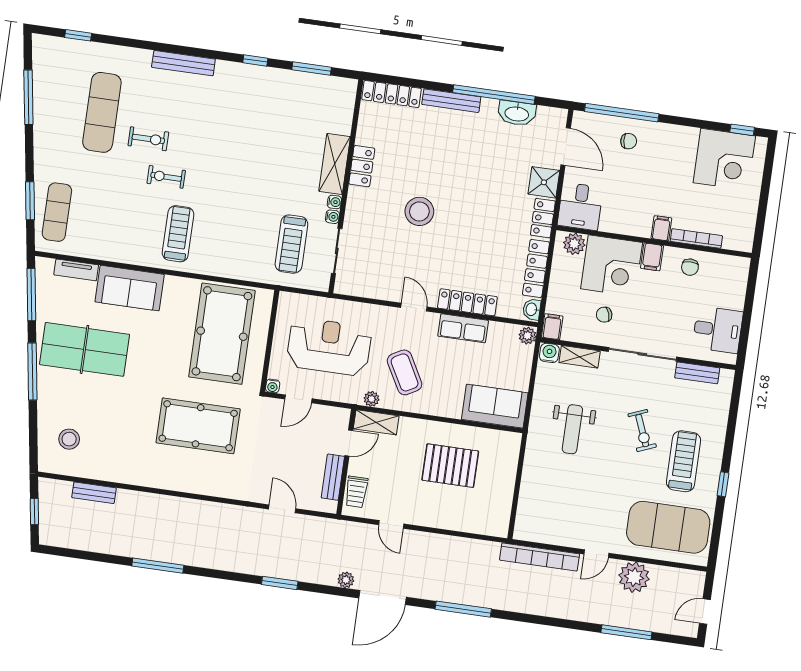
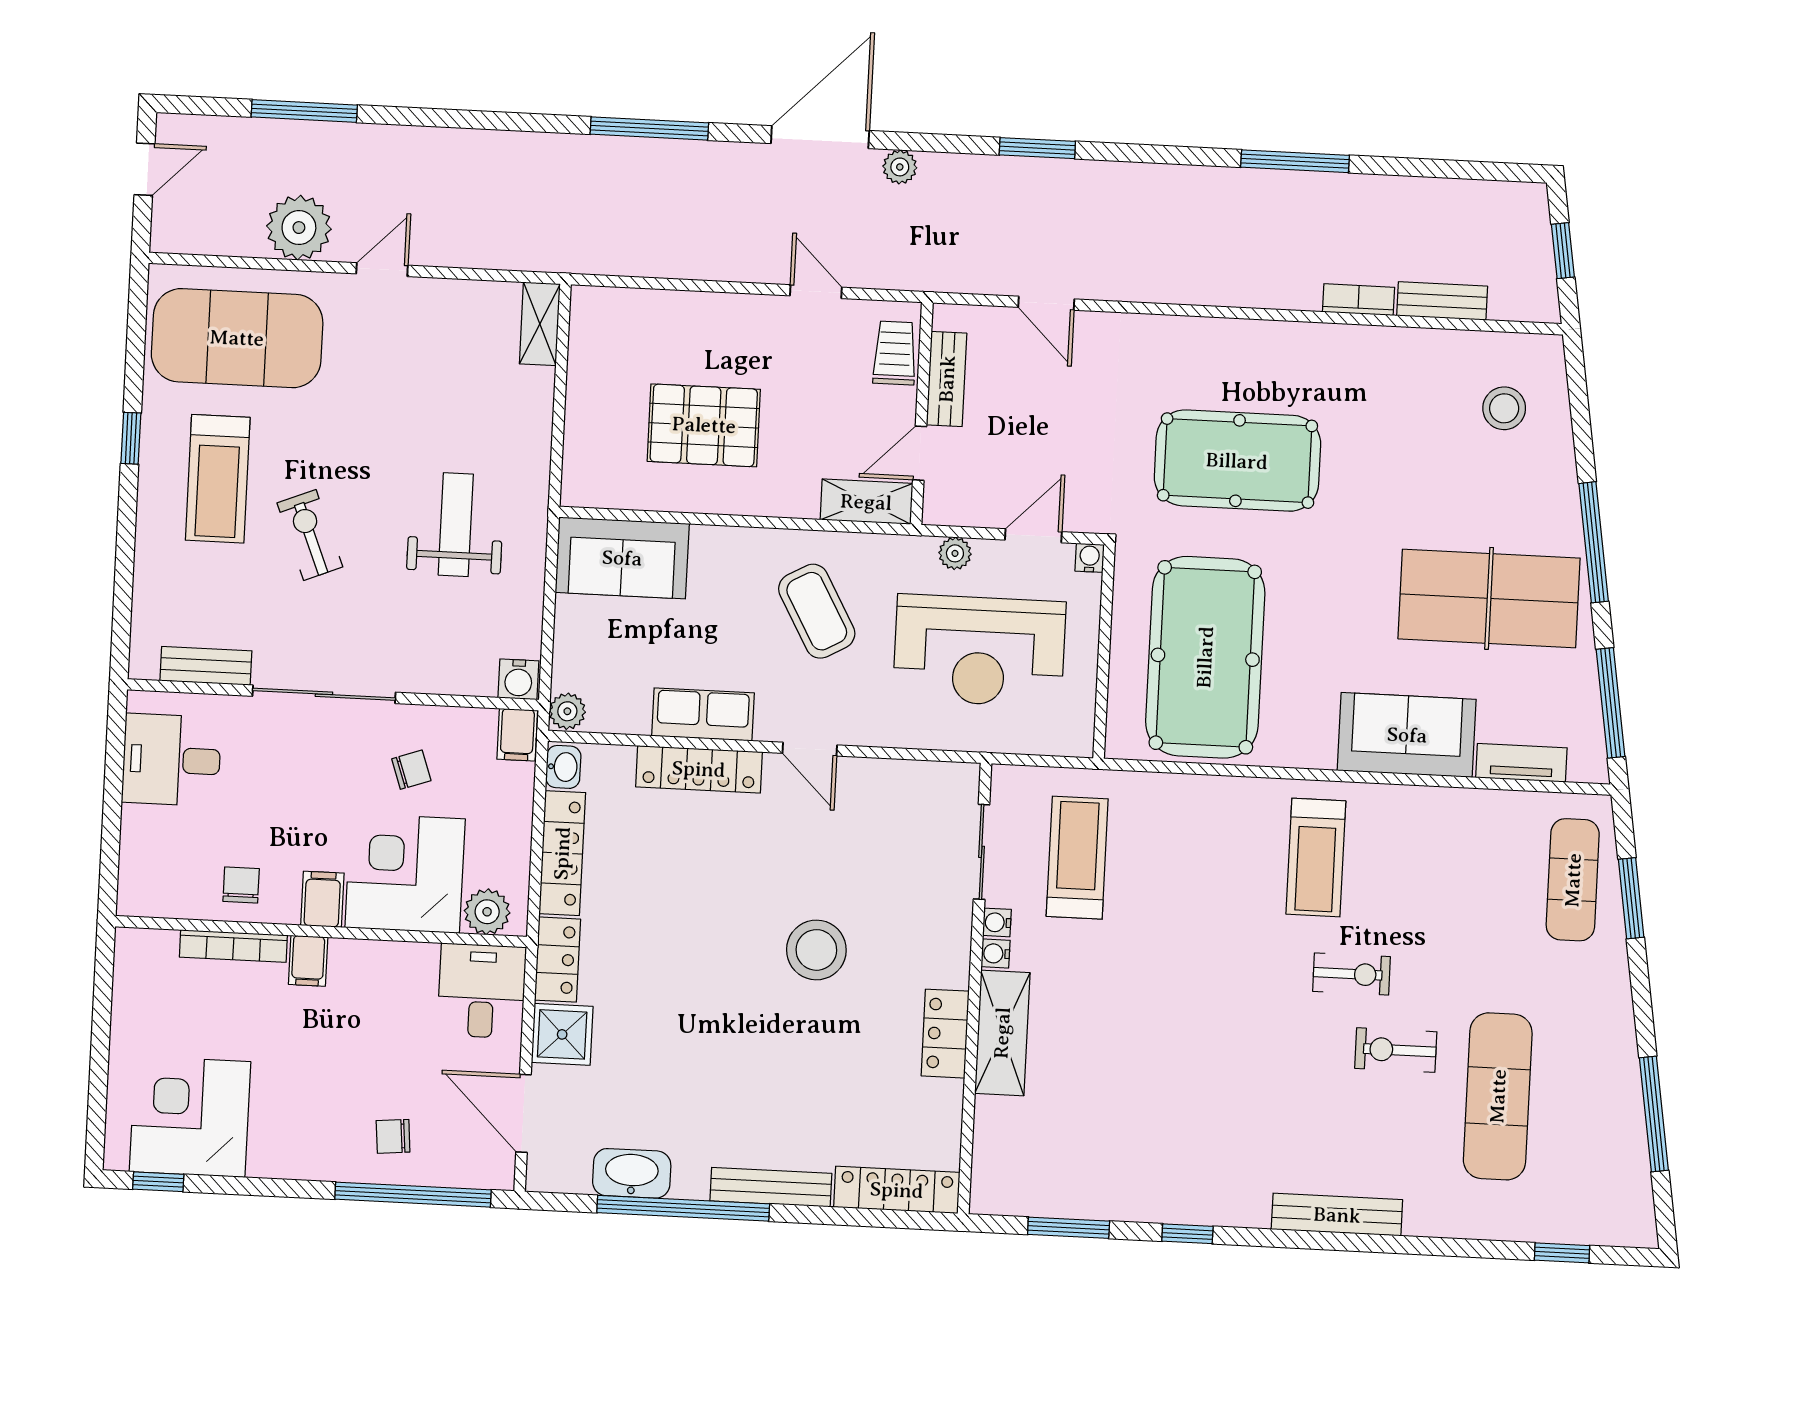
shelving: (580, 357) -> (540, 324), moved, turned 90
plant: (371, 399) -> (955, 553), moved
bookcase: (540, 557) -> (1359, 300), moved, width x0.43, depth x0.76

